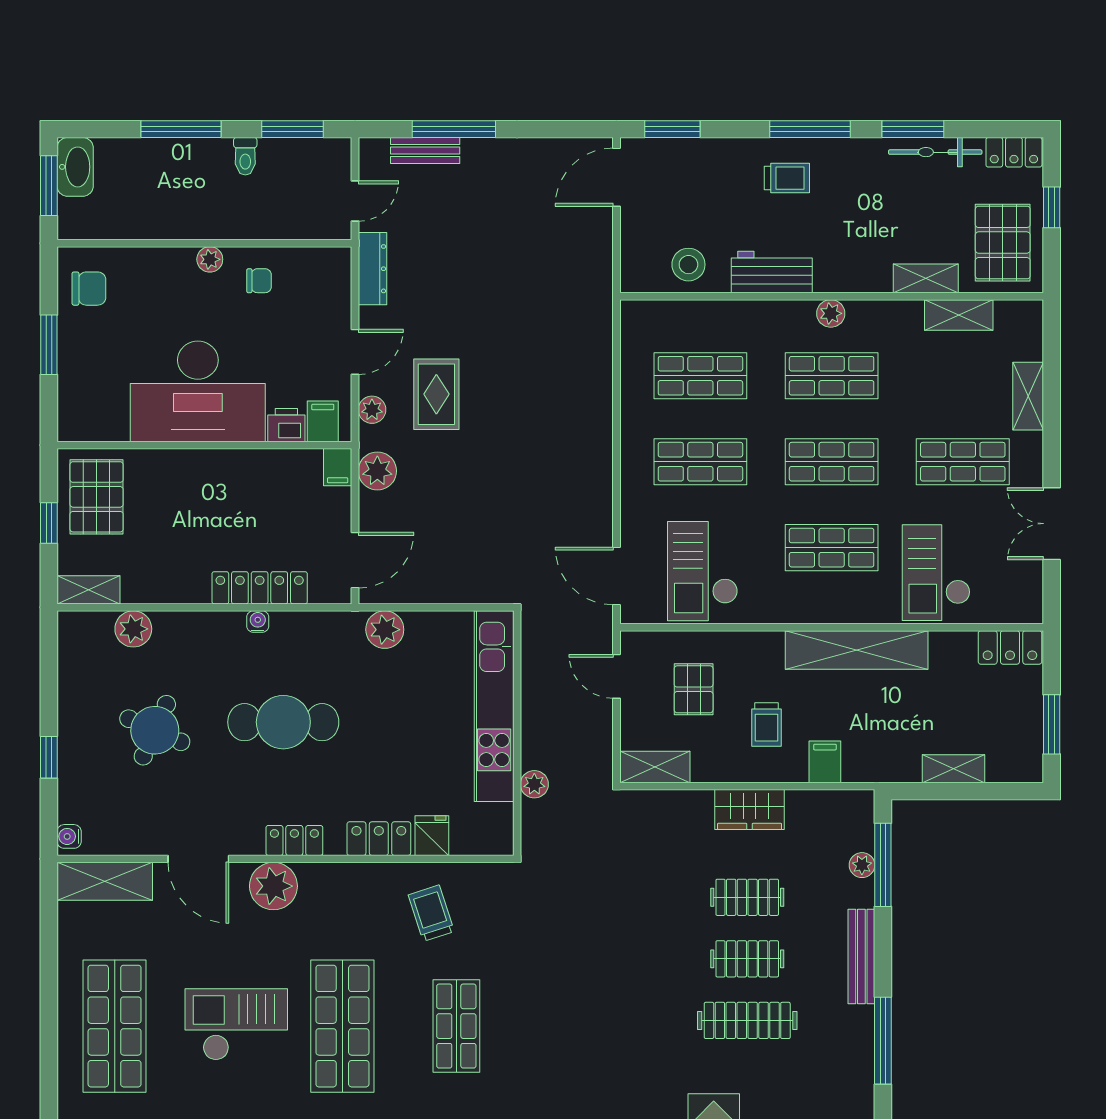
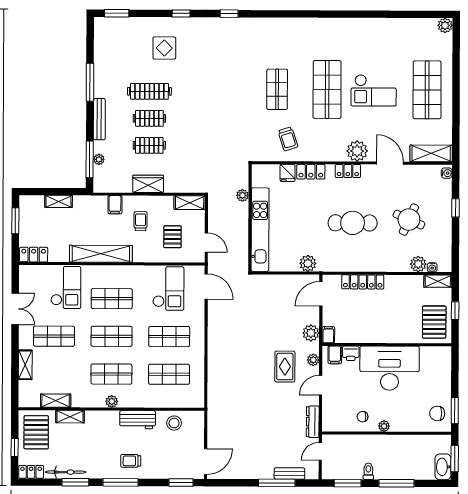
window: (49, 345) -> (455, 411), moved
water cooler: (258, 622) -> (432, 267), moved

